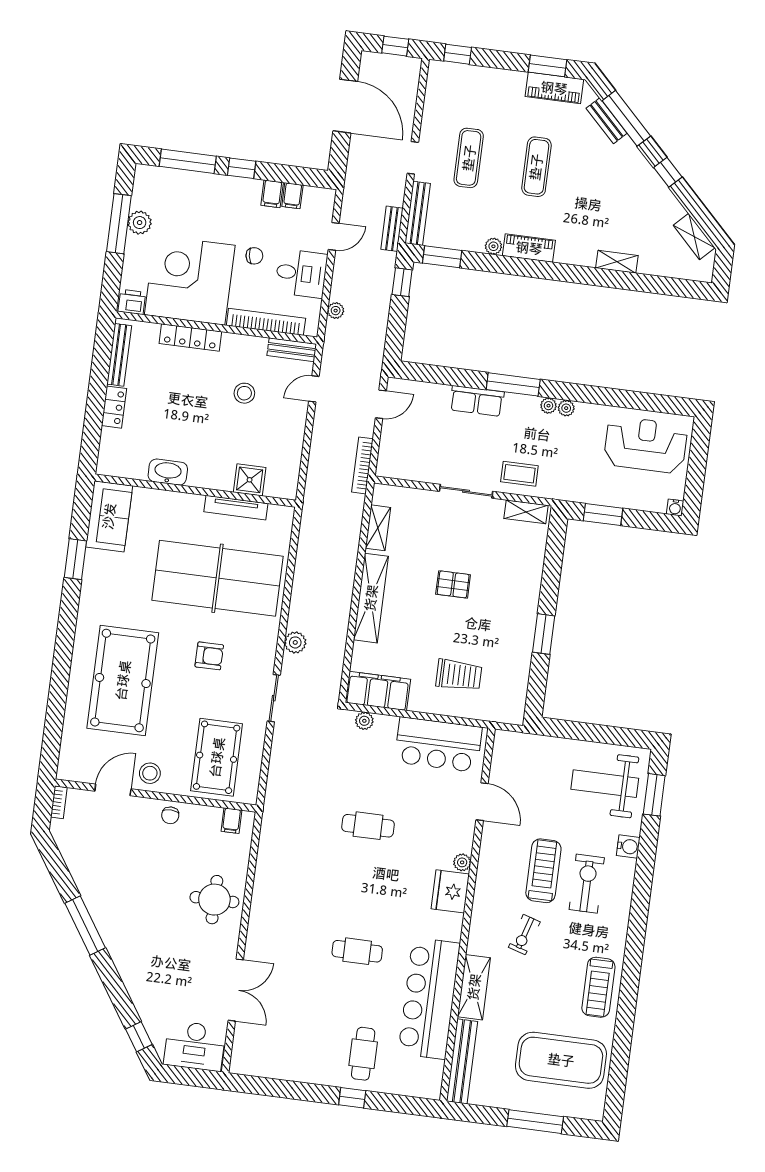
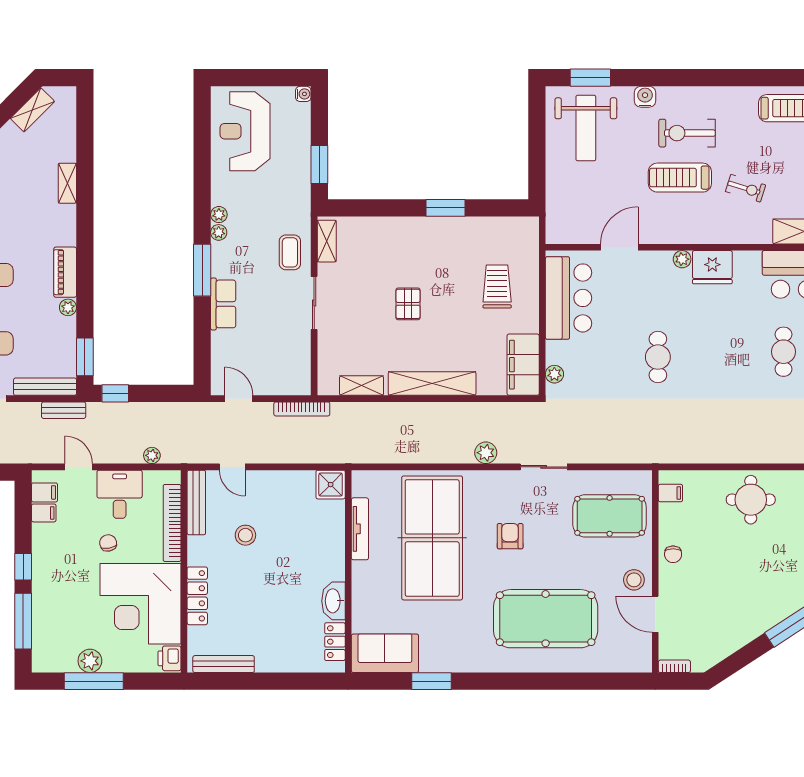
filing cabinet: (272, 194) -> (44, 492), moved
bench: (292, 350) -> (196, 503), width x1.36
locker: (114, 407) -> (335, 642), moved, turned -90
shower: (250, 480) -> (331, 485), moved
chair: (170, 815) -> (673, 554), turned 90

